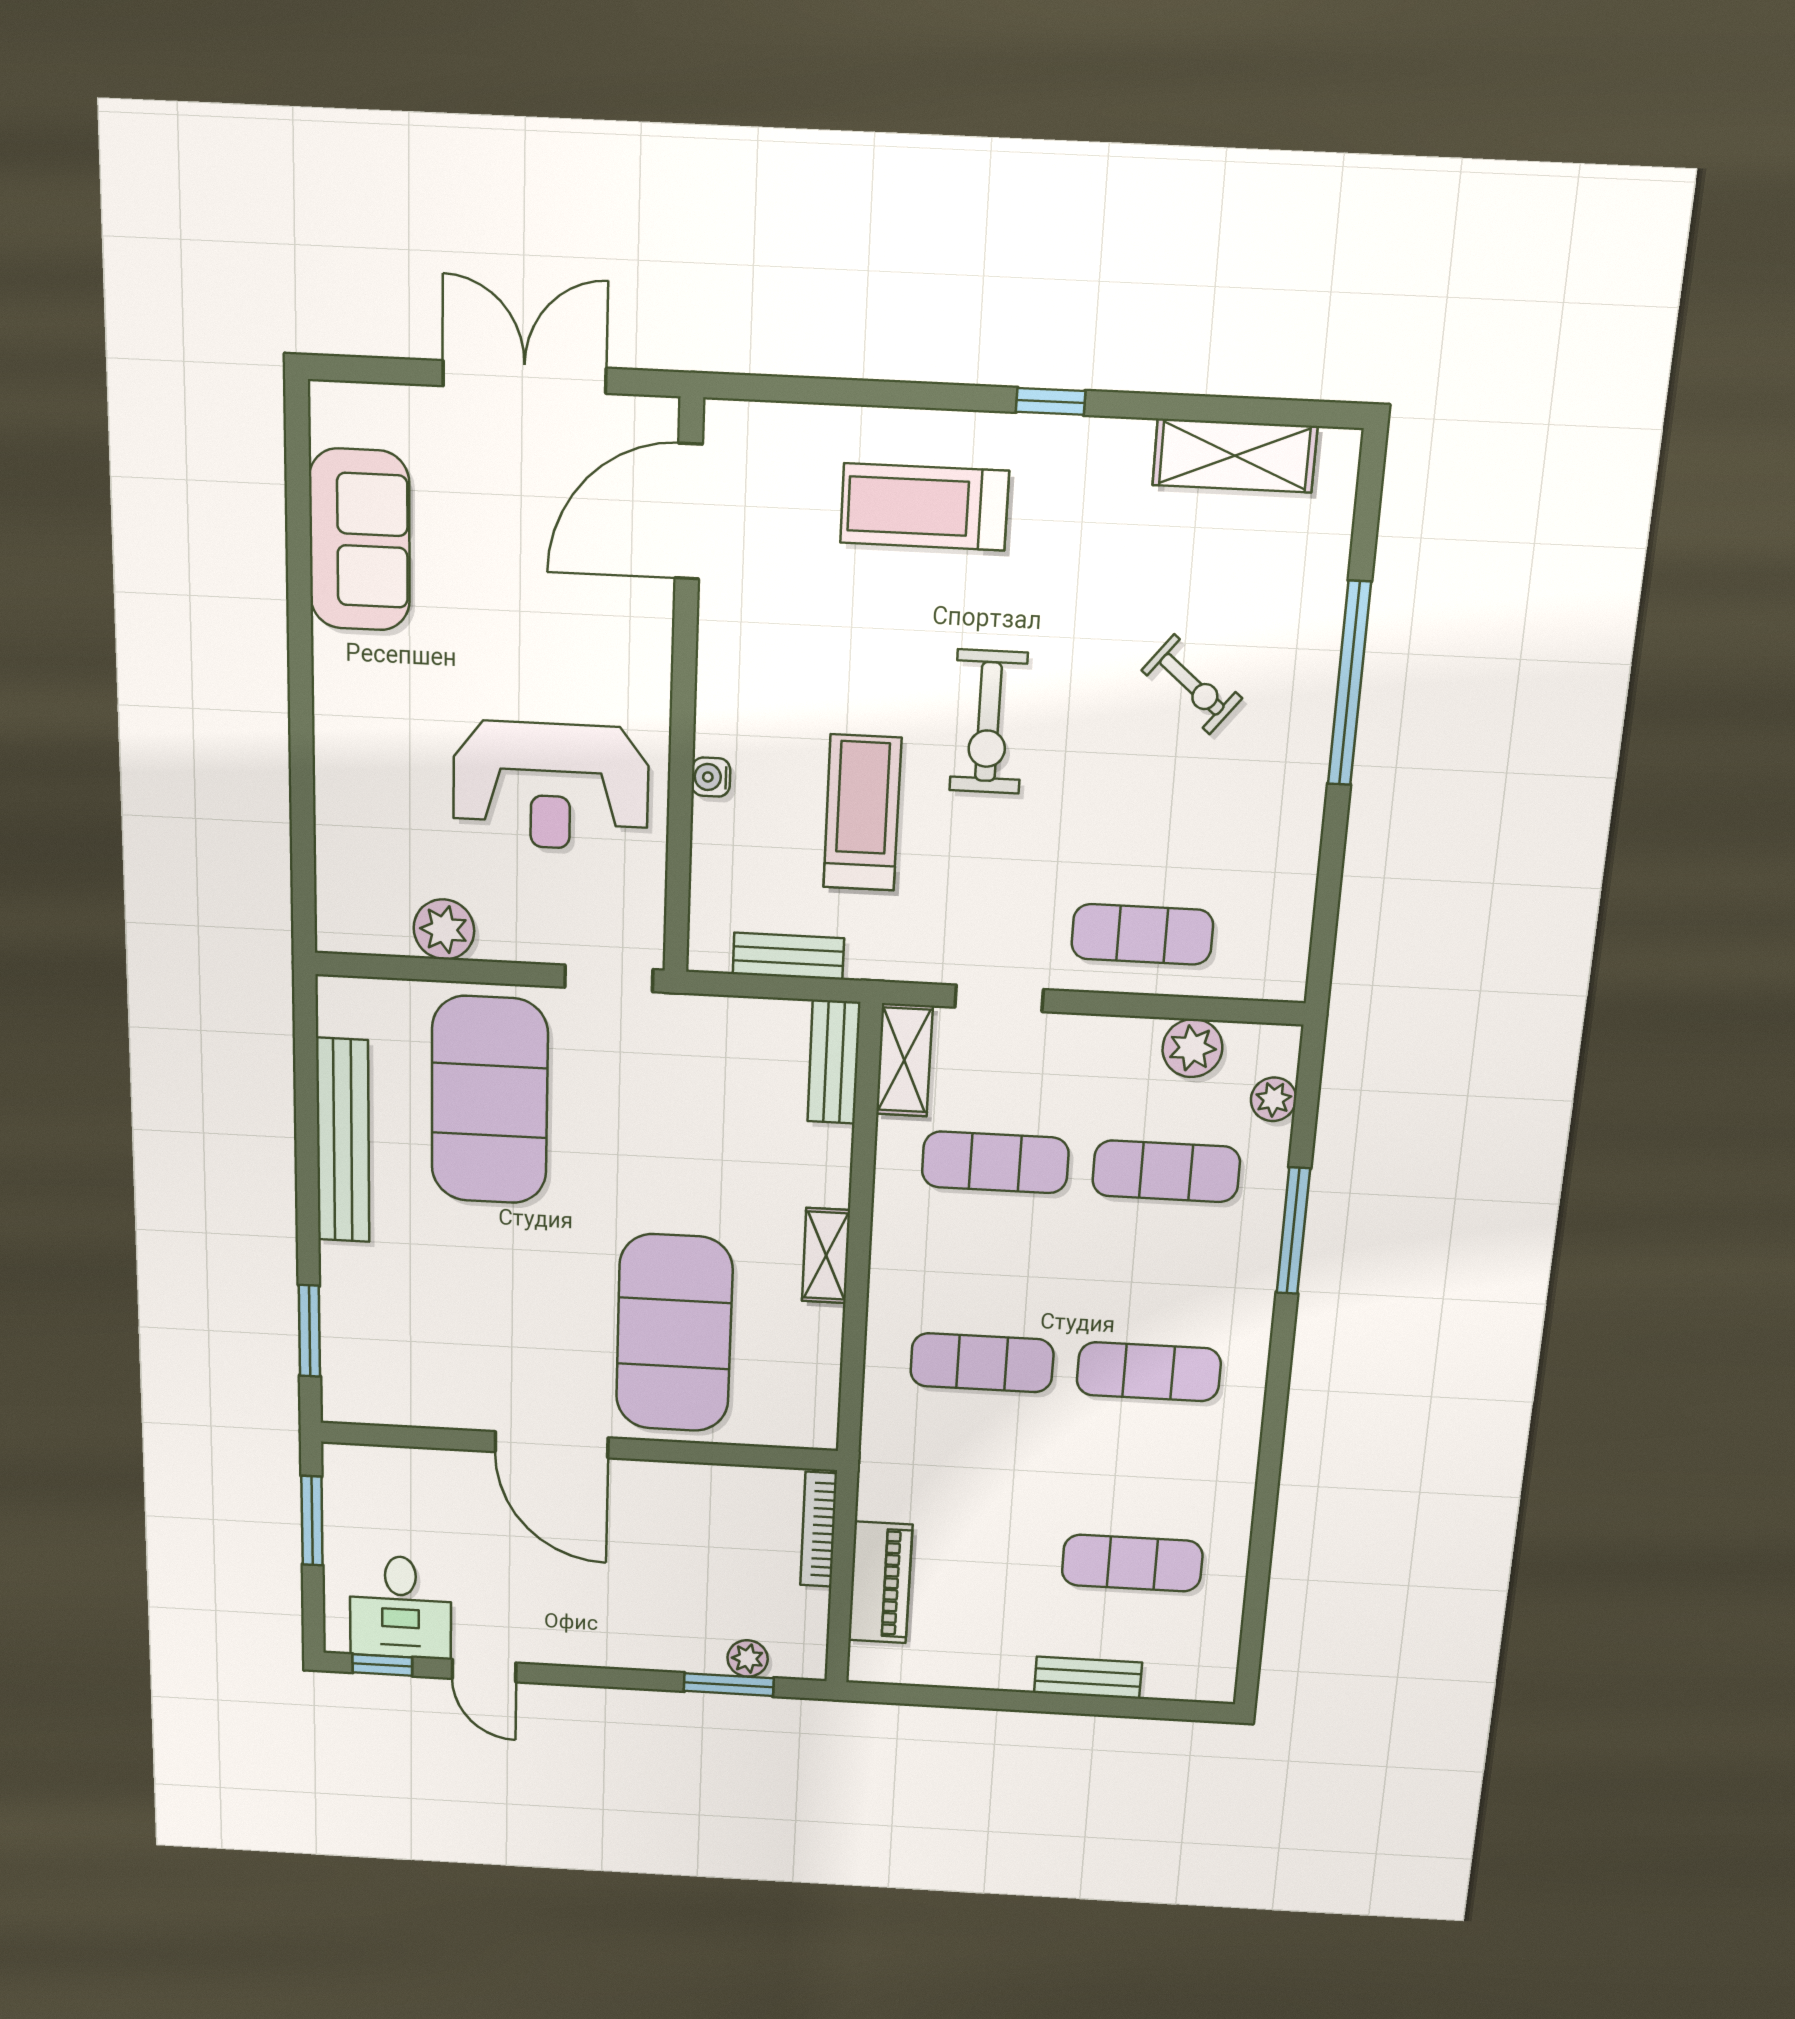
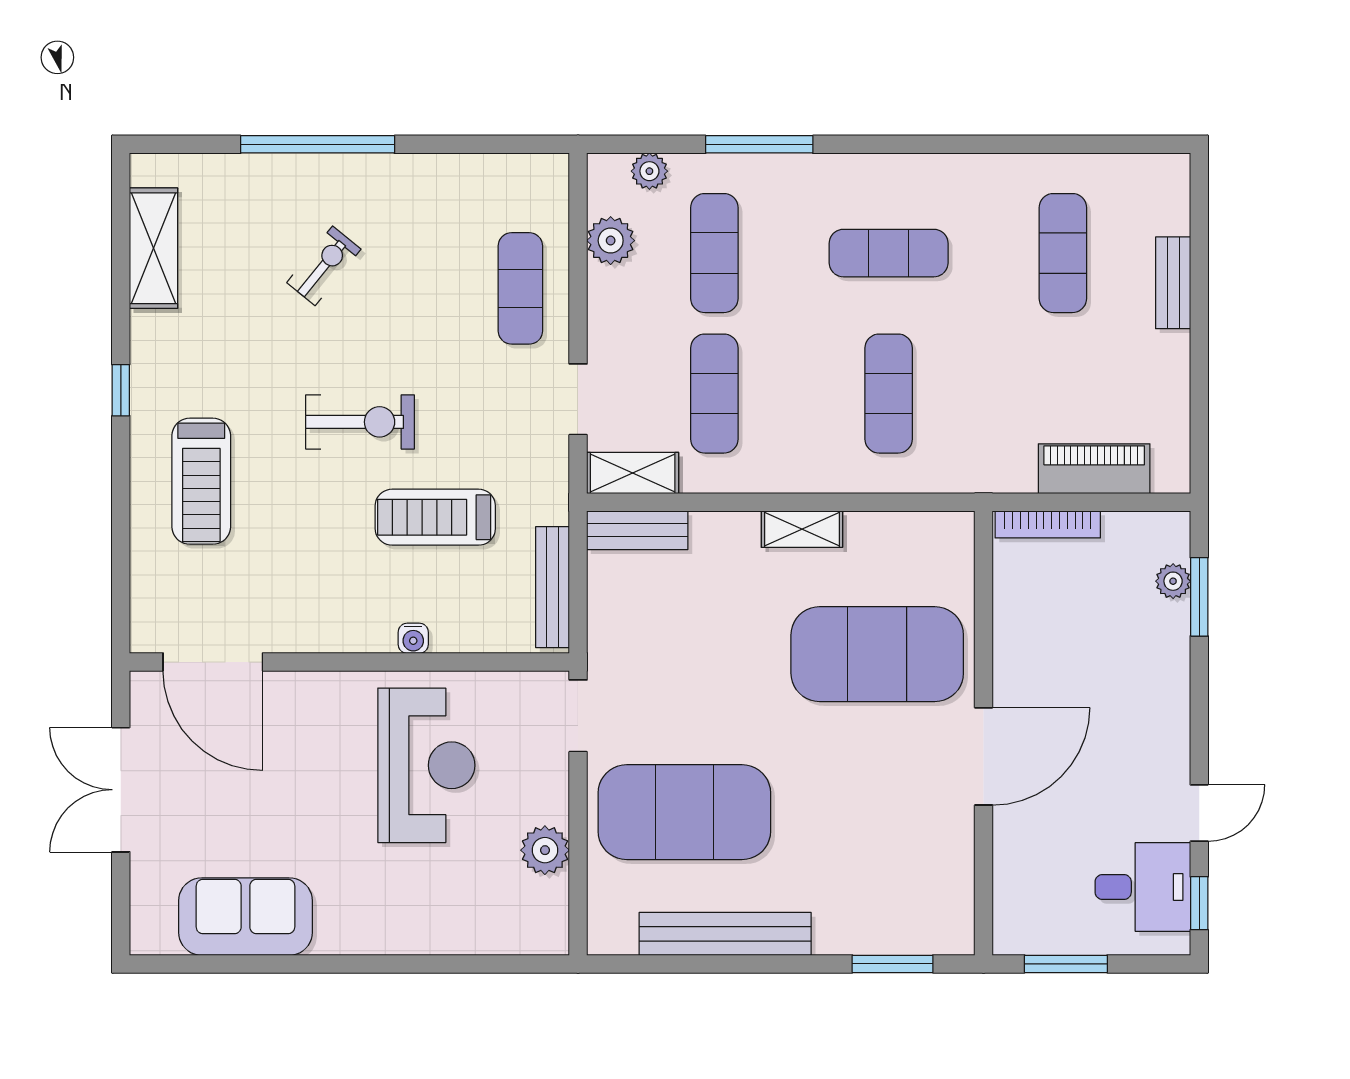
bench: (788, 956) -> (552, 587), width x1.36
exercise mat: (1149, 1372) -> (889, 253), turned 90

